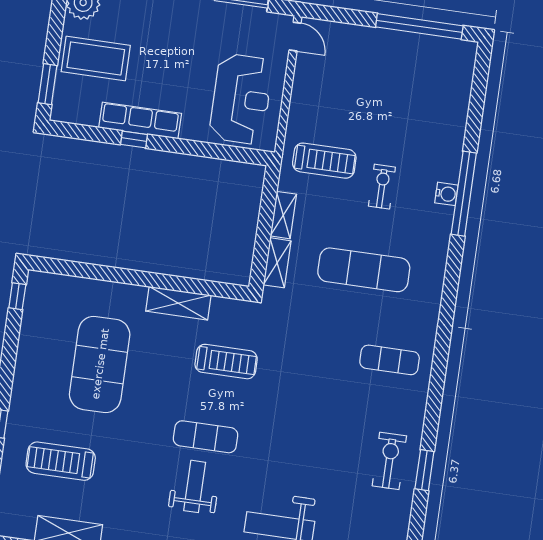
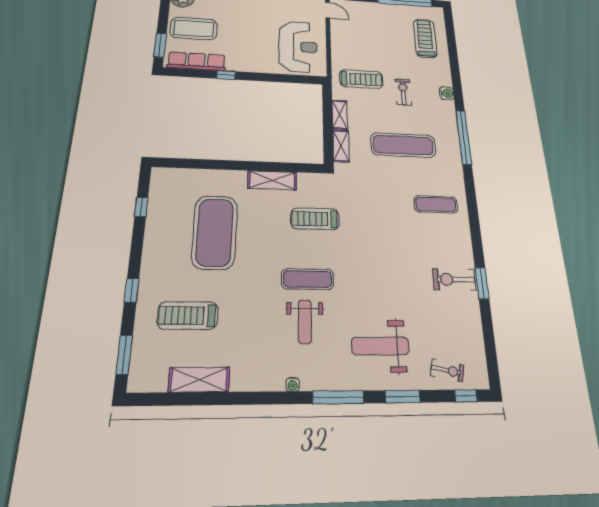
treadmill: (436, 97) -> (425, 38), added
row of seats: (140, 121) -> (197, 61), moved
window: (464, 194) -> (464, 137), moved
window: (17, 296) -> (141, 207), moved
treadmill: (226, 362) -> (315, 219), turned 180
exercise bike: (389, 461) -> (454, 279), turned -90
weight bench: (195, 486) -> (305, 322), turned 180

